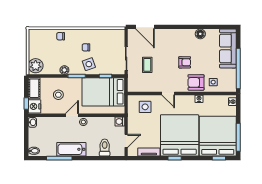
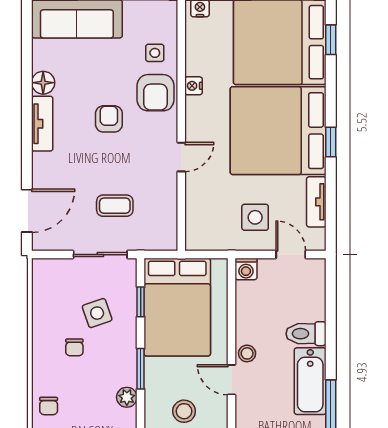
tv unit: (183, 33) -> (42, 124), added
side table: (89, 64) -> (97, 313), moved
side table: (145, 107) -> (255, 217), moved
toilet: (105, 147) -> (306, 334), moved

